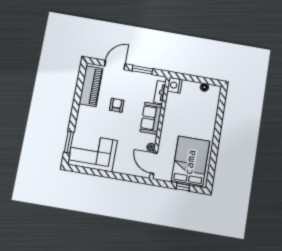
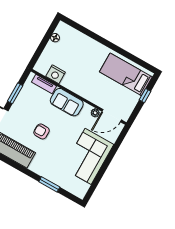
nightstand: (175, 85) -> (56, 74), moved
window: (69, 142) -> (49, 184), moved
corner sofa: (93, 152) -> (88, 156), moved
bed: (190, 162) -> (126, 74), width x0.67

